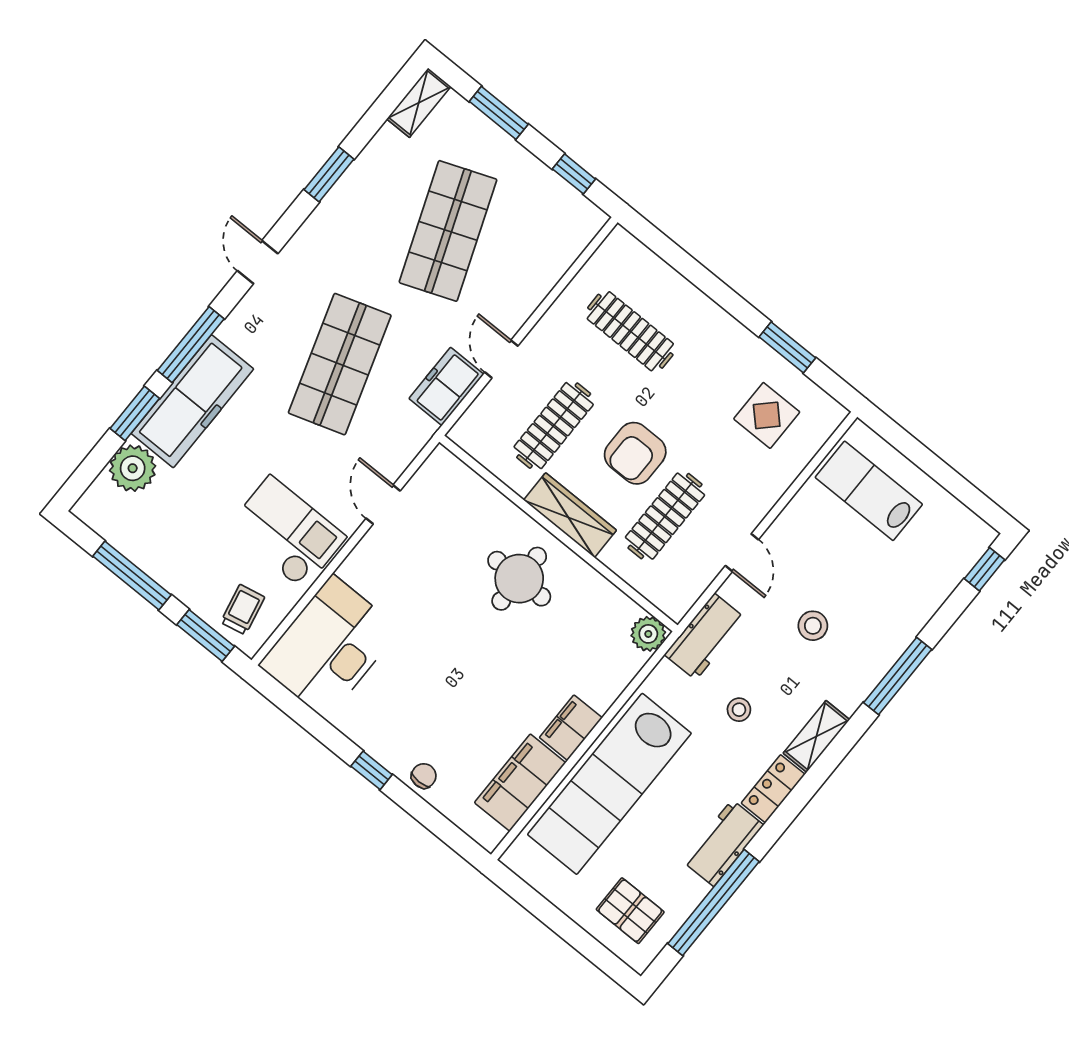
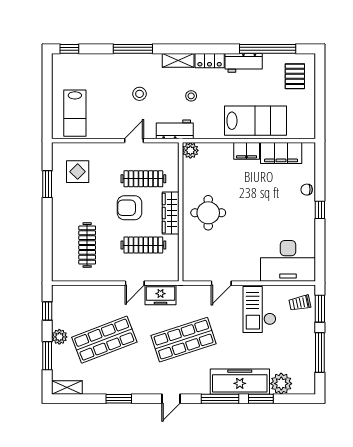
plant: (514, 159) -> (59, 337), added
armchair: (635, 453) -> (129, 208), turned 180
lab bench: (609, 784) -> (255, 121), width x0.73

